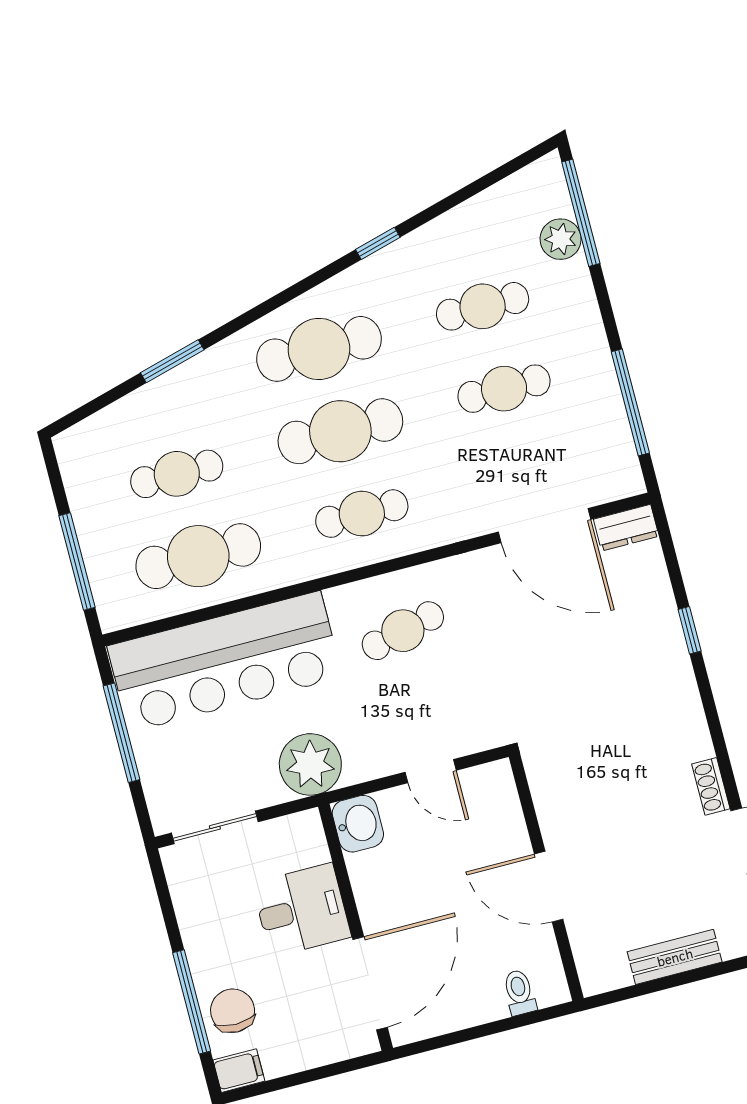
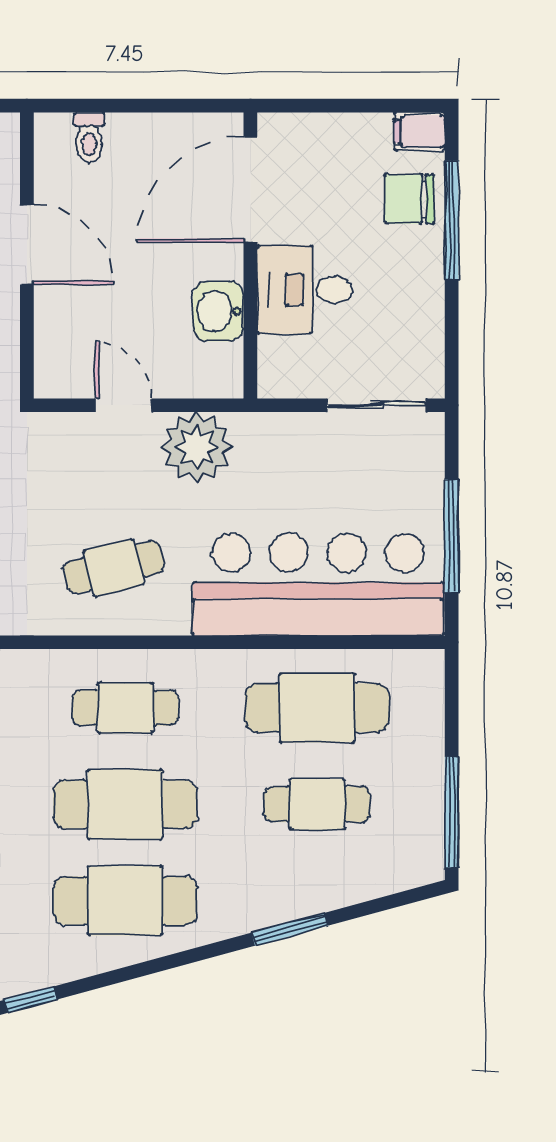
window: (77, 562) -> (452, 812), moved
plant: (310, 764) -> (197, 447), moved
washbasin: (358, 824) -> (218, 311), moved
chair: (233, 1011) -> (409, 199), turned 90

